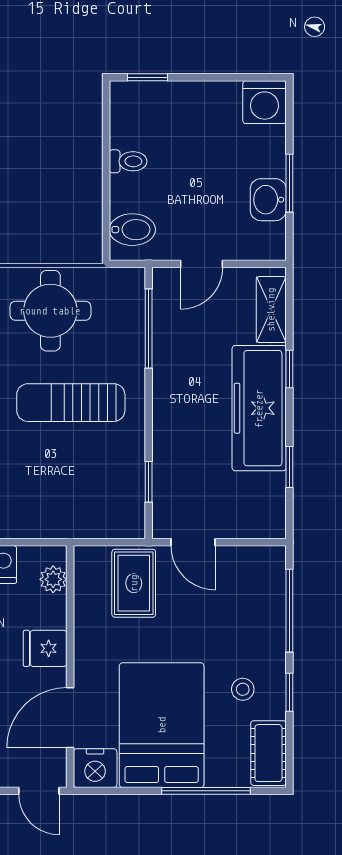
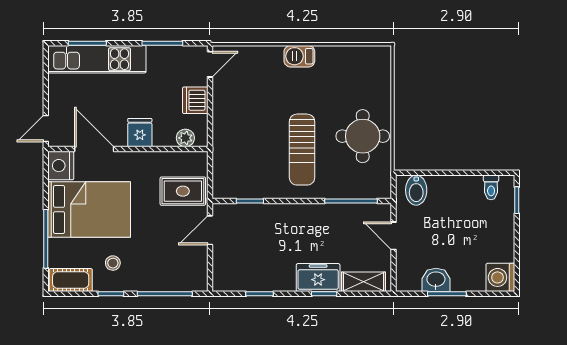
toilet: (128, 161) -> (491, 187), moved
sun lounger: (71, 403) -> (302, 150), turned 180
freezer: (259, 408) -> (318, 278), width x0.52, depth x0.79

